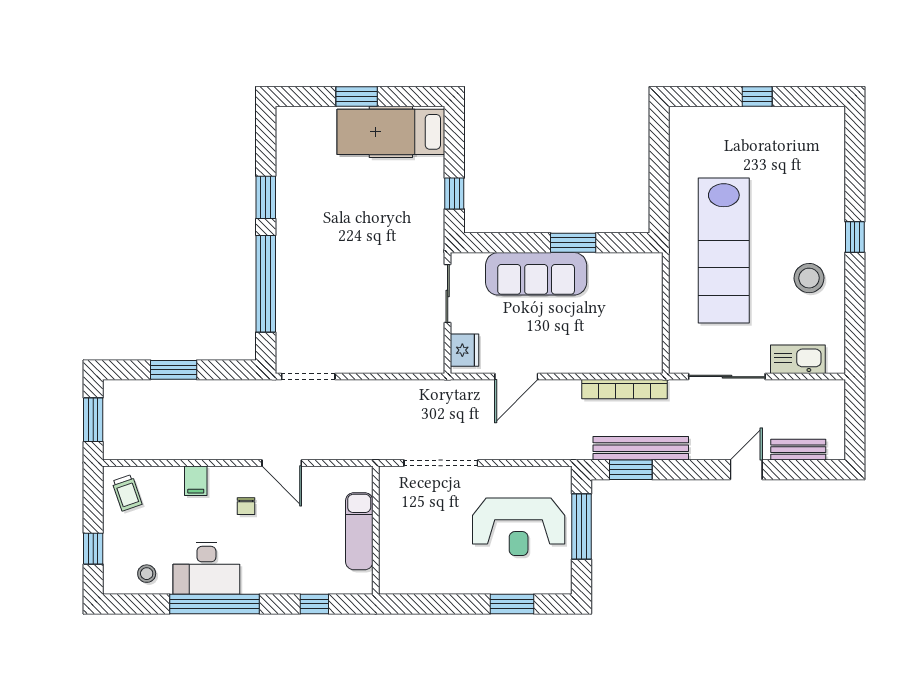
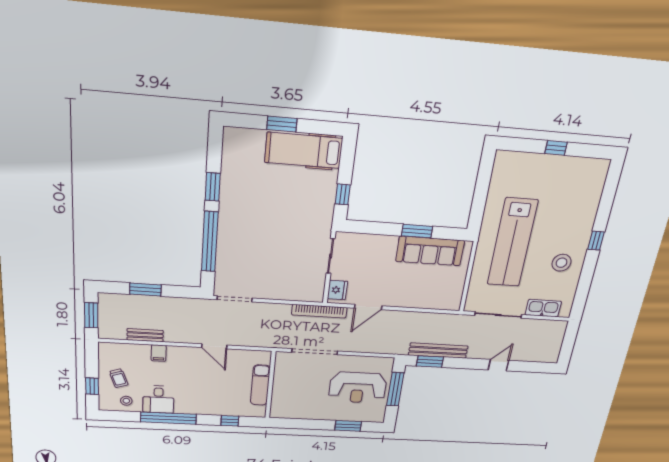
sofa: (536, 274) -> (430, 251), moved
bookcase: (625, 389) -> (319, 311), moved
bench: (798, 450) -> (145, 335), moved
trolley: (127, 493) -> (119, 378), moved
chair: (246, 506) -> (190, 368), removed
desk: (206, 568) -> (158, 399), width x0.73

